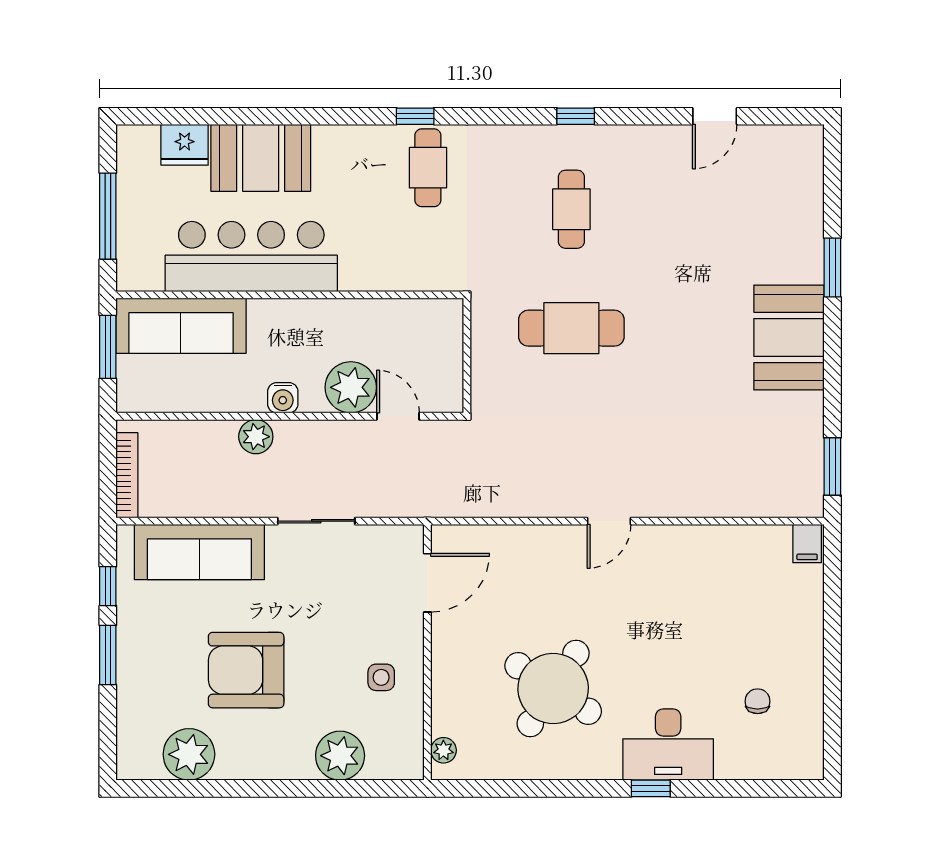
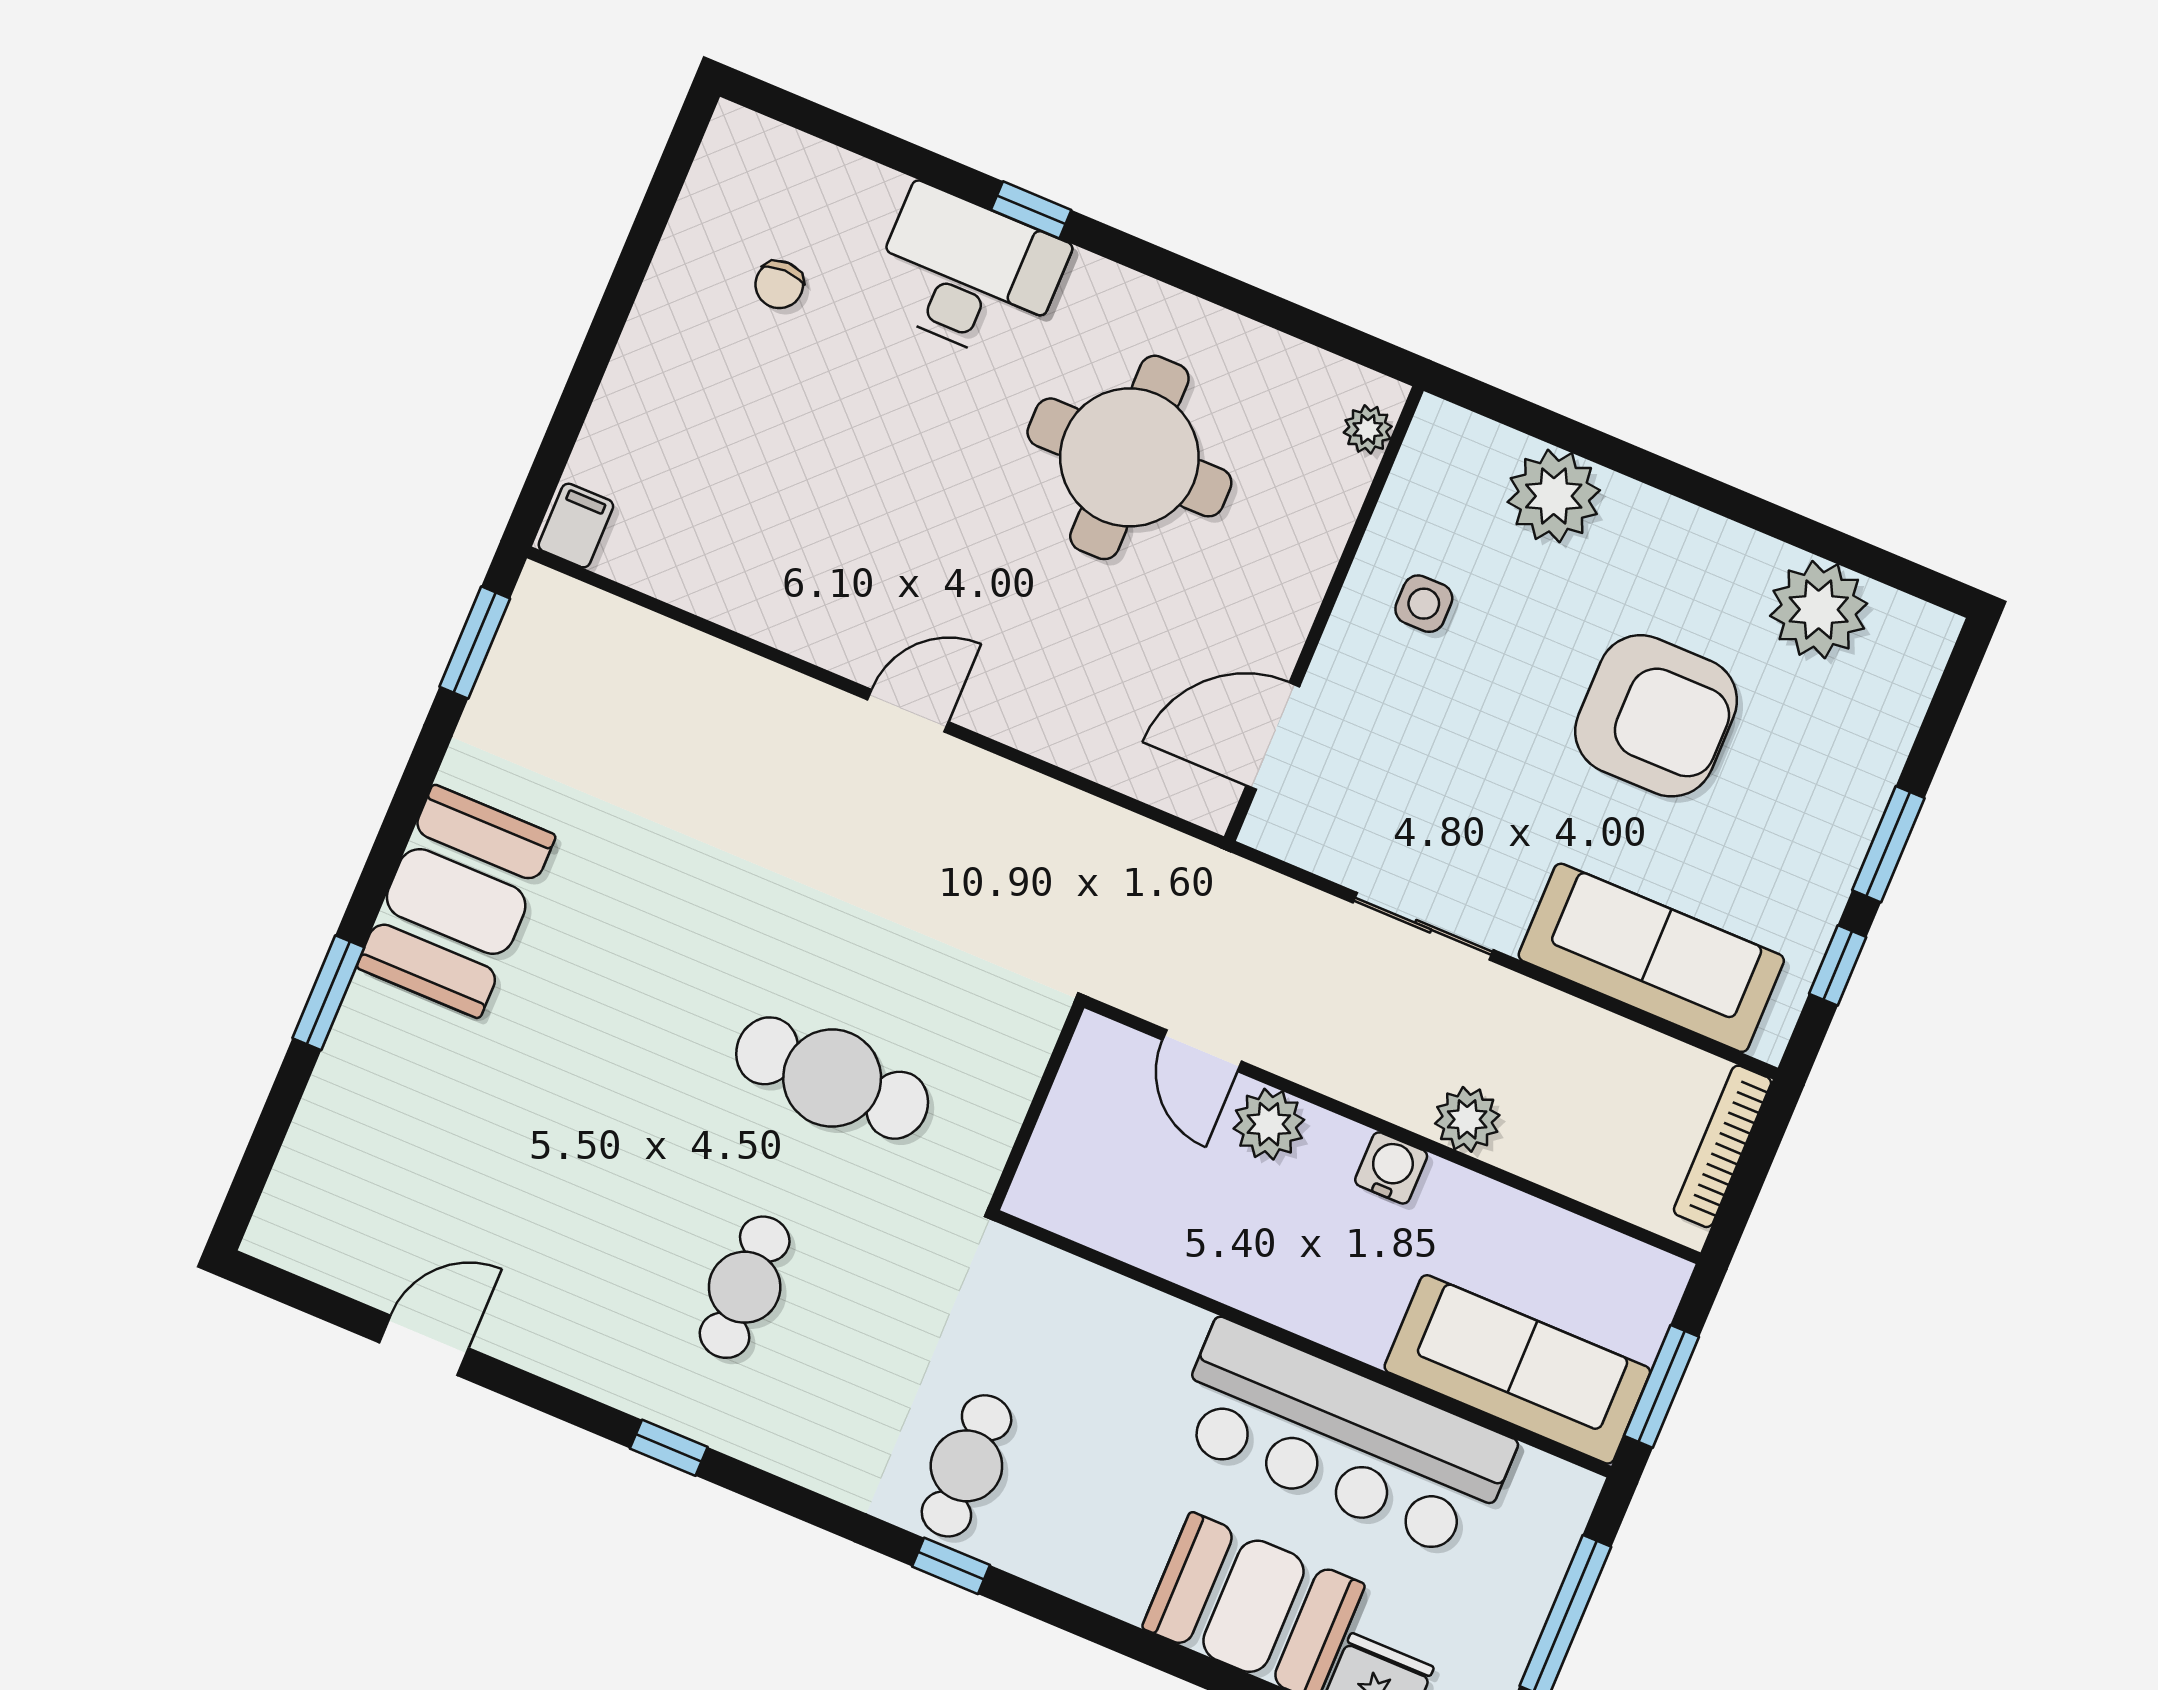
plant: (351, 387) -> (1269, 1124), width x0.73, depth x0.73
round table: (553, 688) -> (1129, 457), turned -33

